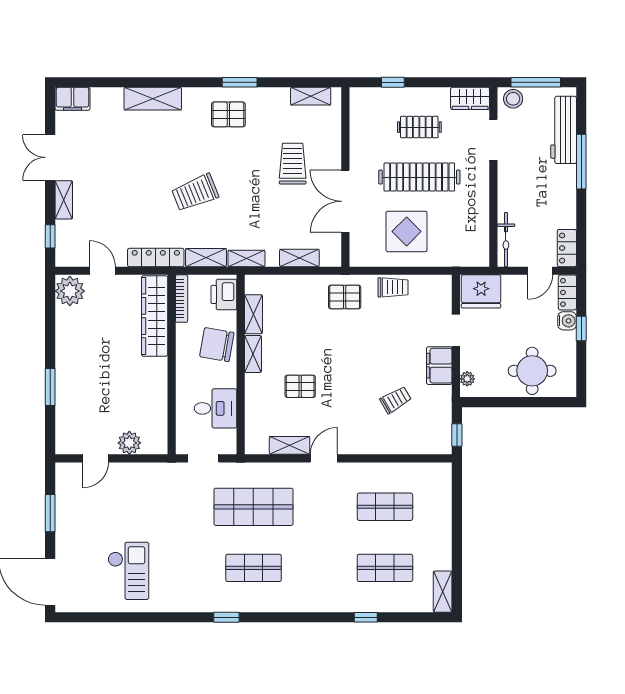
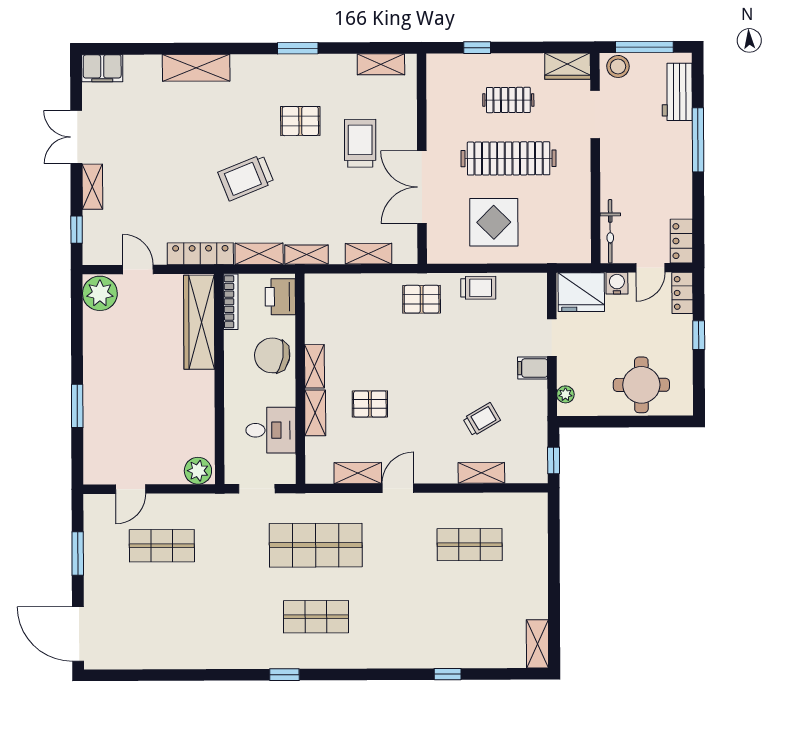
pallet: (228, 114) -> (300, 121), moved
workbench: (564, 130) -> (677, 92), width x0.73
shelving: (253, 314) -> (315, 413), moved
water cooler: (567, 321) -> (617, 283), moved, turned -90
filing cabinet: (439, 366) -> (533, 368), width x0.50
plant: (129, 443) -> (198, 471), moved
shelving: (395, 446) -> (481, 473), added
shop shelf: (385, 568) -> (162, 546), moved
checkout: (128, 571) -> (169, 621), removed

